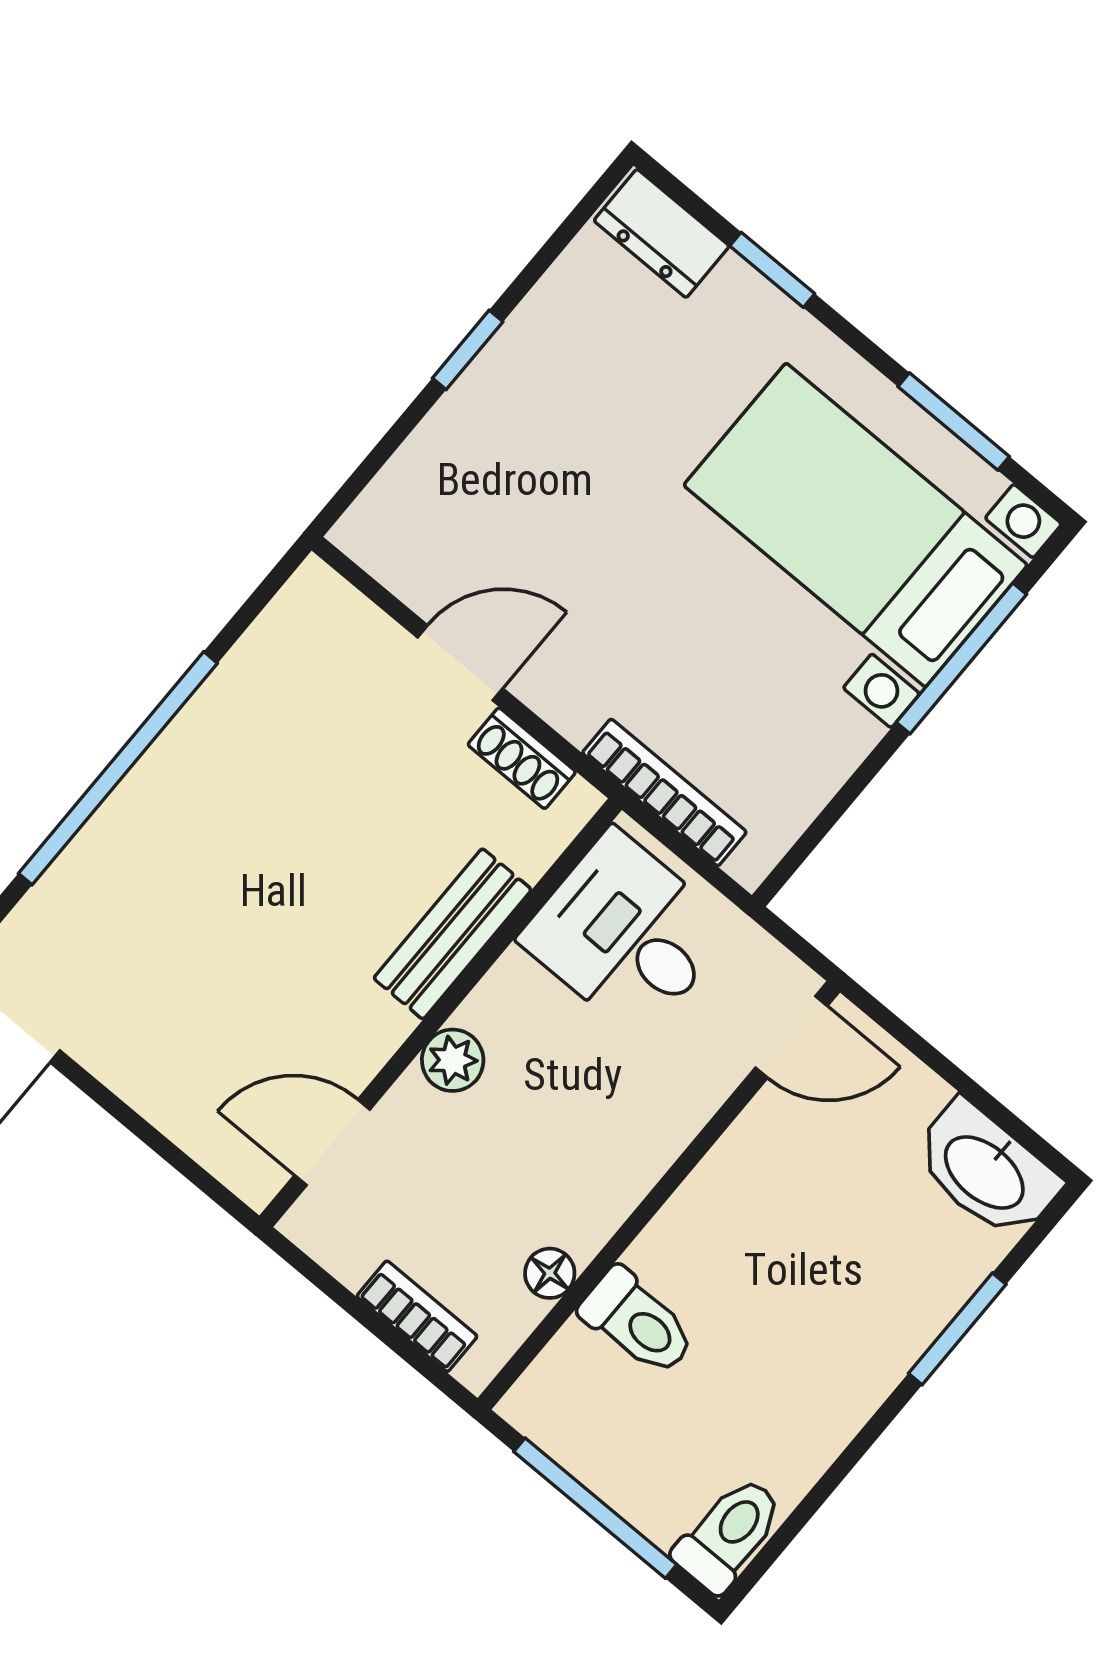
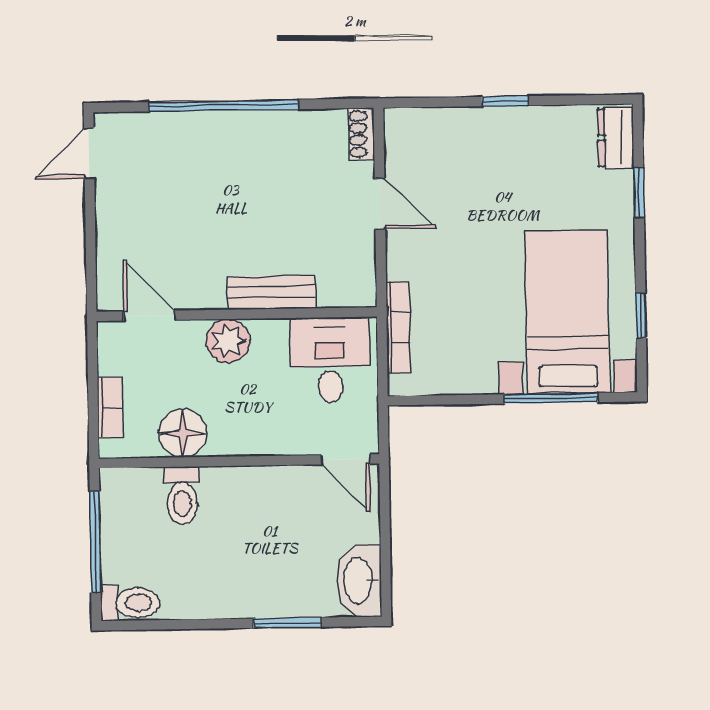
window: (954, 422) -> (641, 315), width x0.67
shoe rack: (522, 758) -> (362, 134), moved
plant: (453, 1060) -> (228, 341), width x1.38, depth x1.38
floor lamp: (550, 1273) -> (183, 433), width x1.89, depth x1.89

